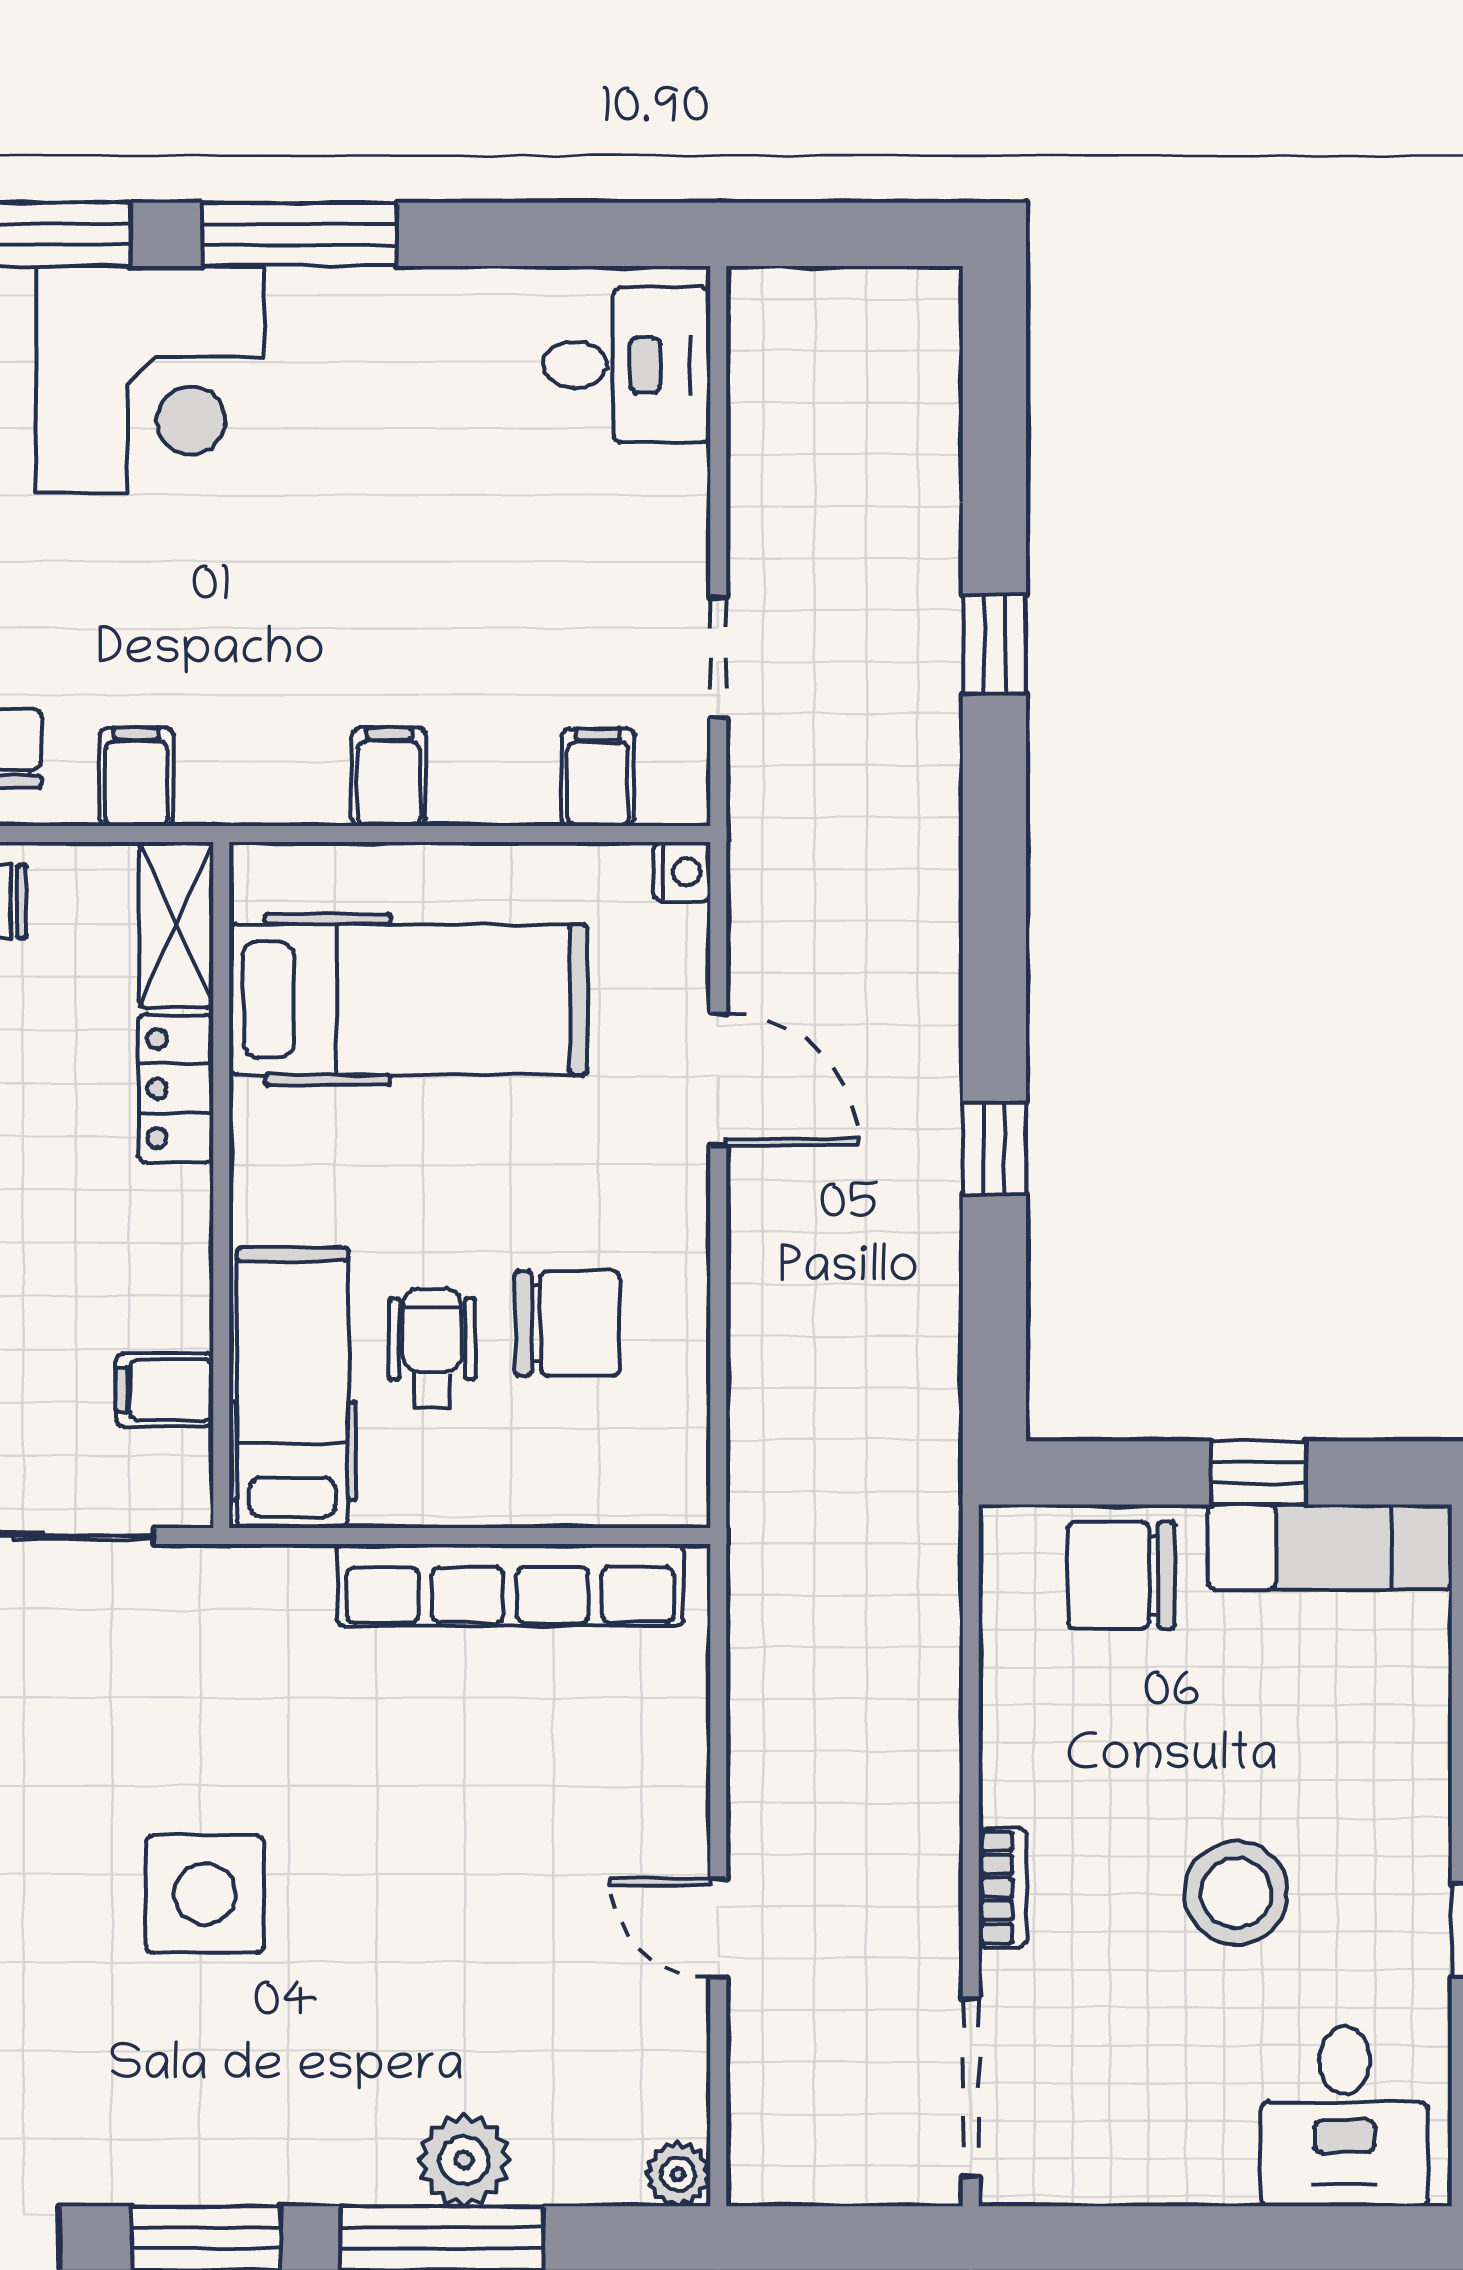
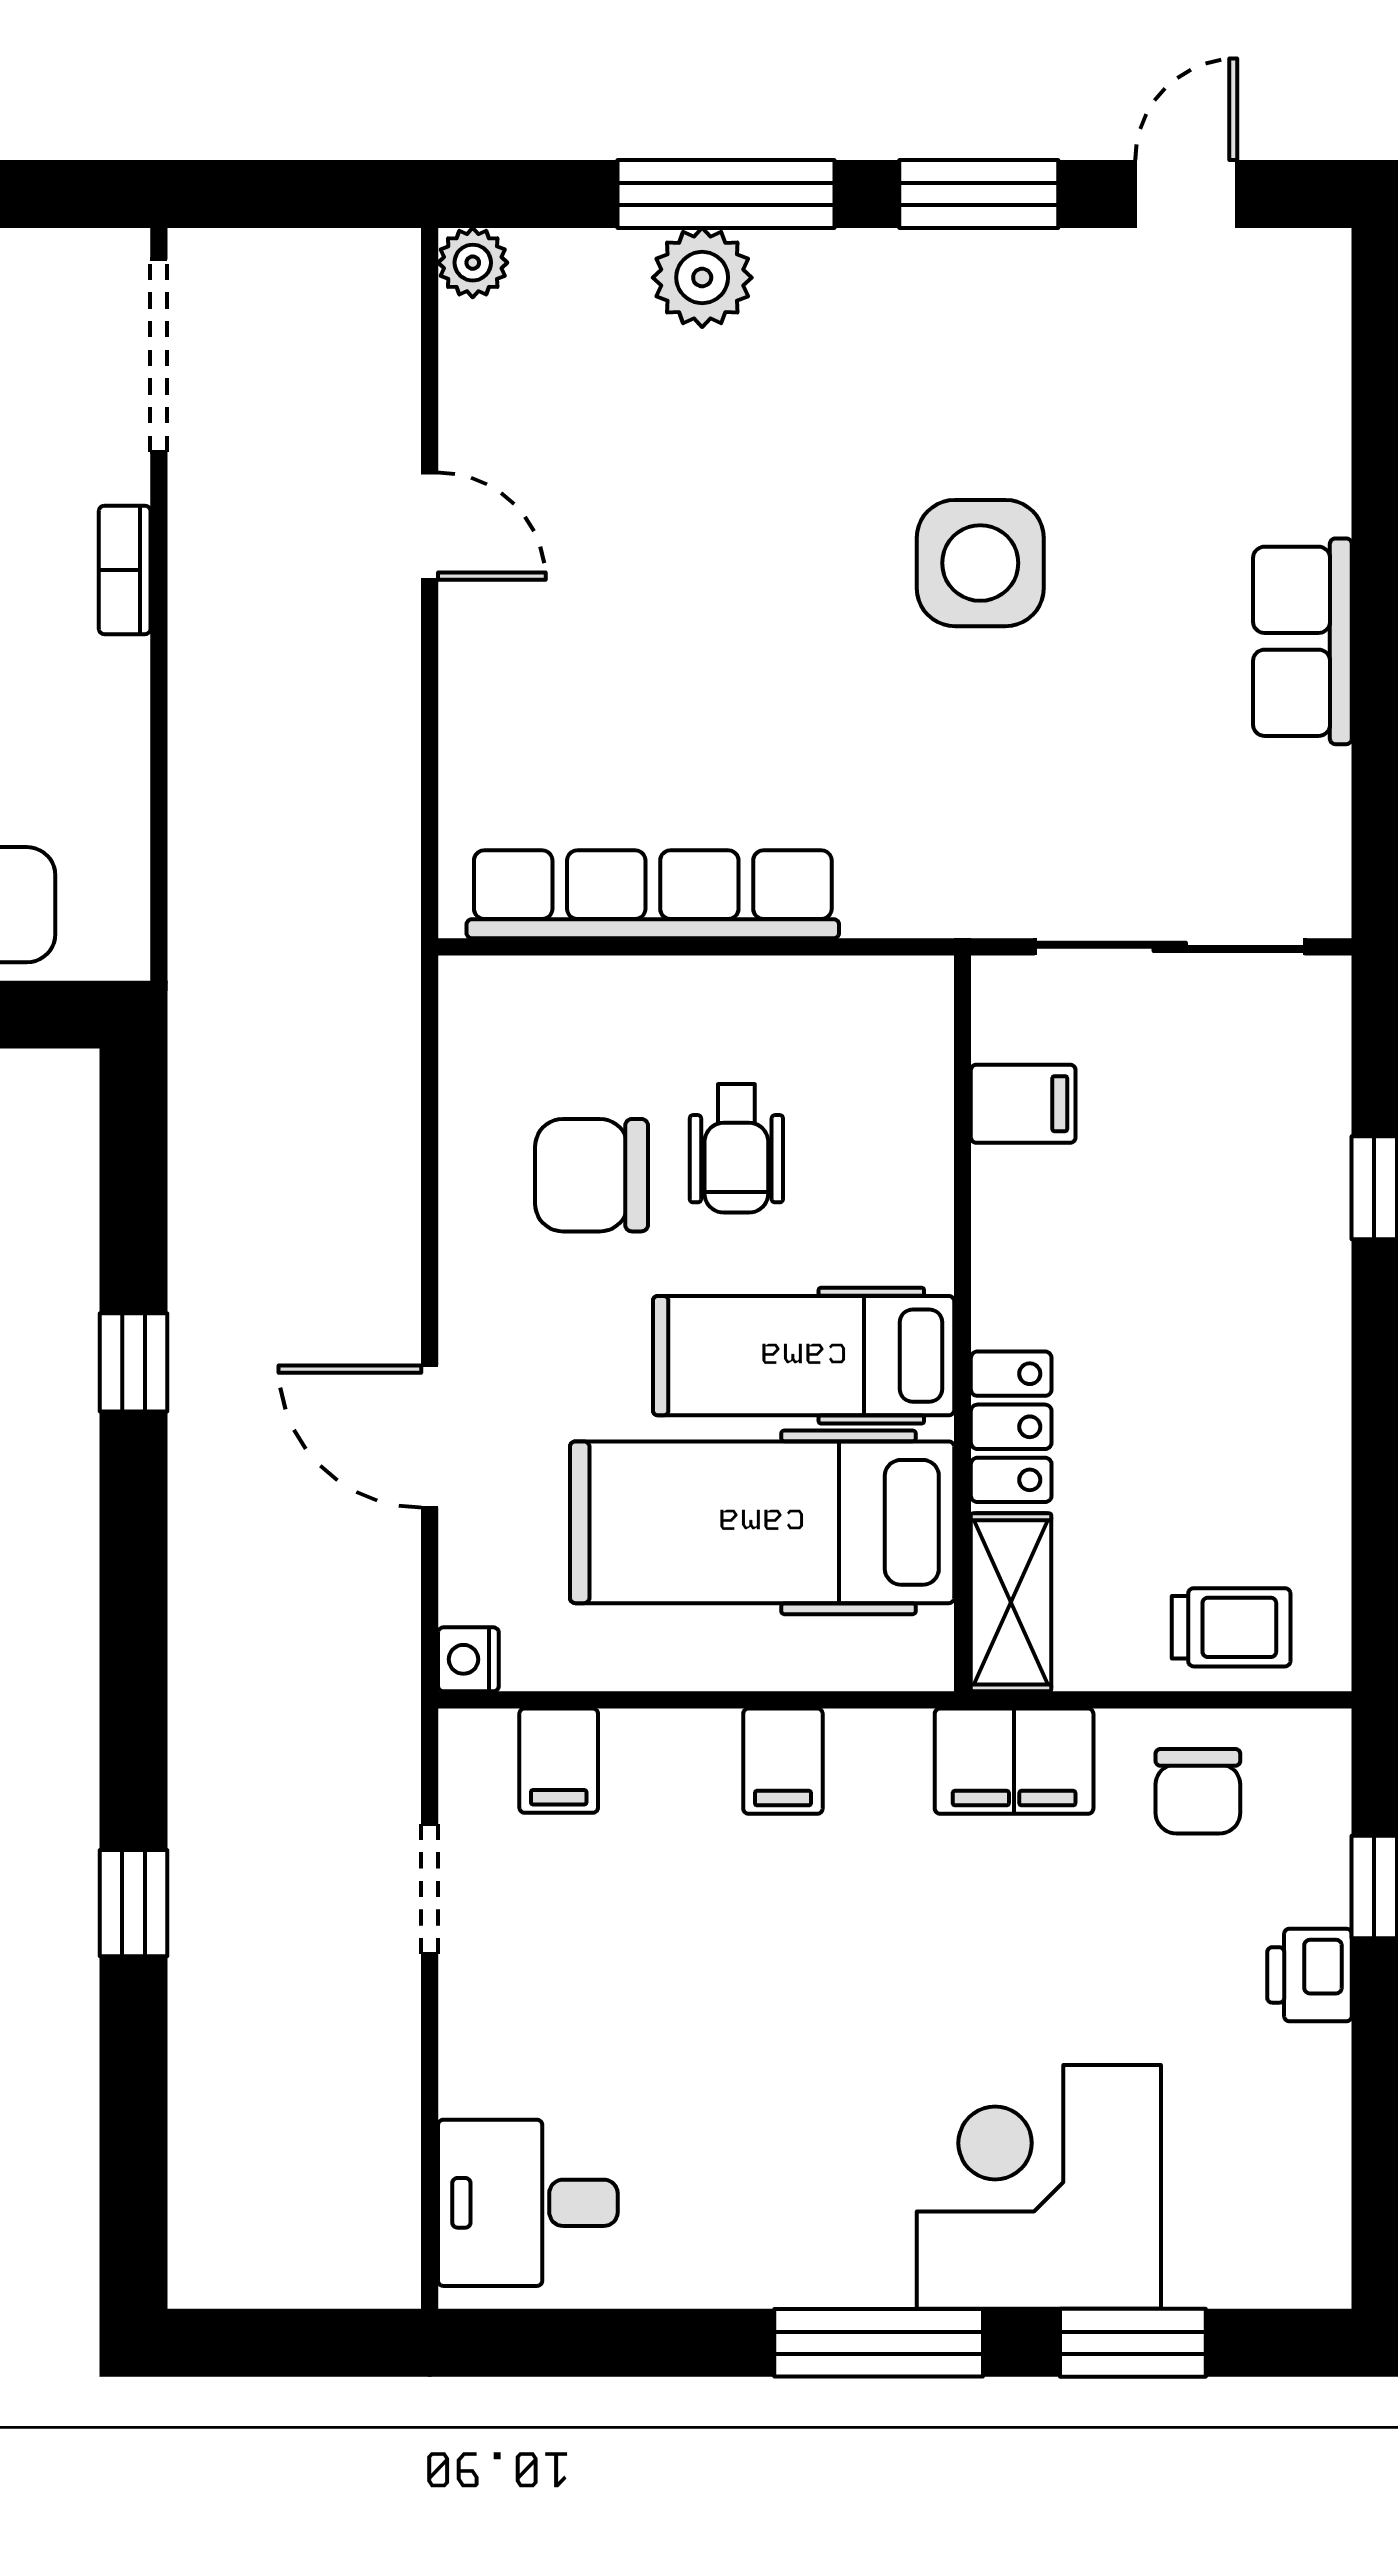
filing cabinet: (136, 777) -> (1014, 1761), width x2.00
hospital bed: (293, 1388) -> (804, 1356), moved, turned 90

